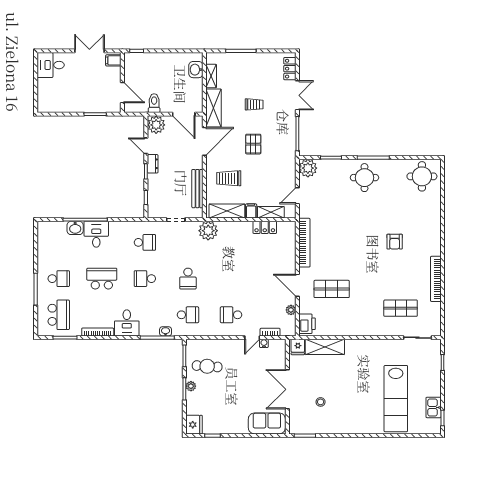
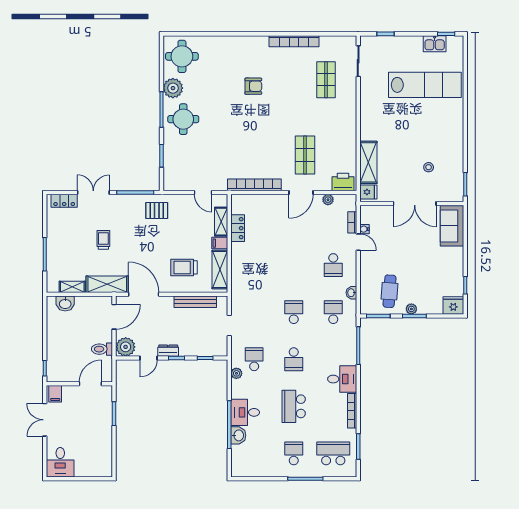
pallet: (253, 144) -> (157, 210), moved
plant: (308, 168) -> (173, 88), moved
trolley: (229, 178) -> (184, 267), turned 90
plant: (208, 231) -> (236, 373), moved, width x0.53, depth x0.53
school desk: (188, 279) -> (294, 312), turned -90
washbasin: (166, 331) -> (351, 293), moved

